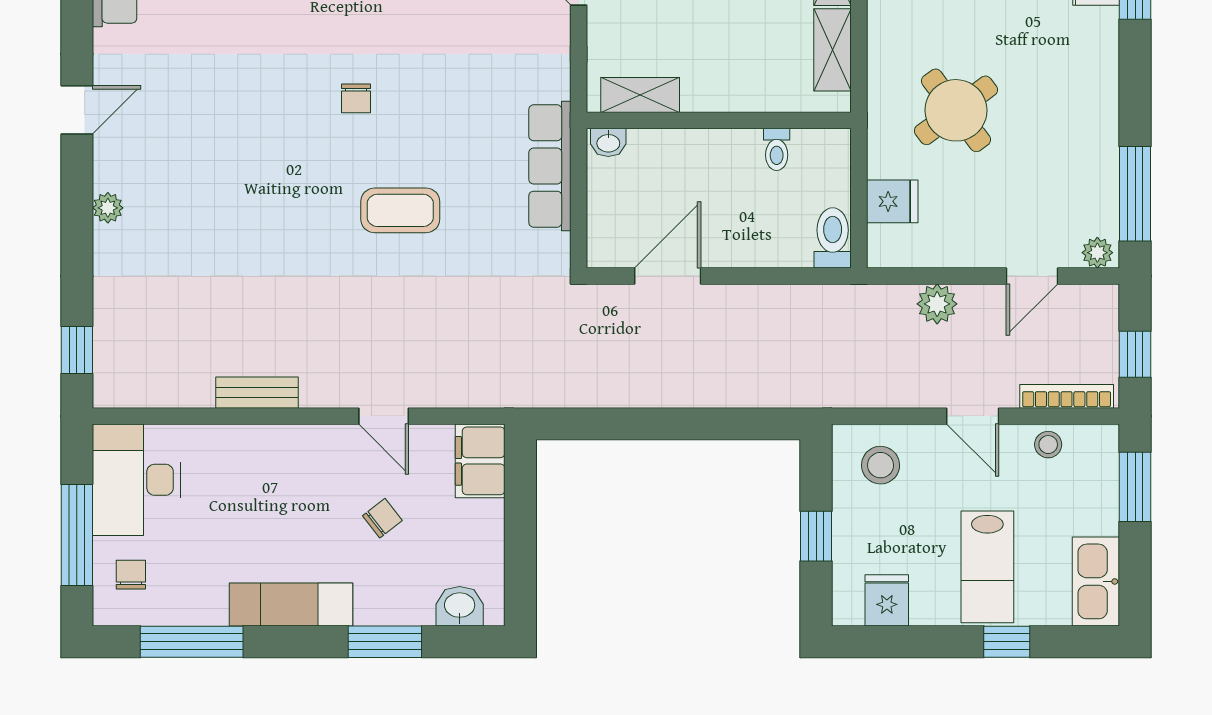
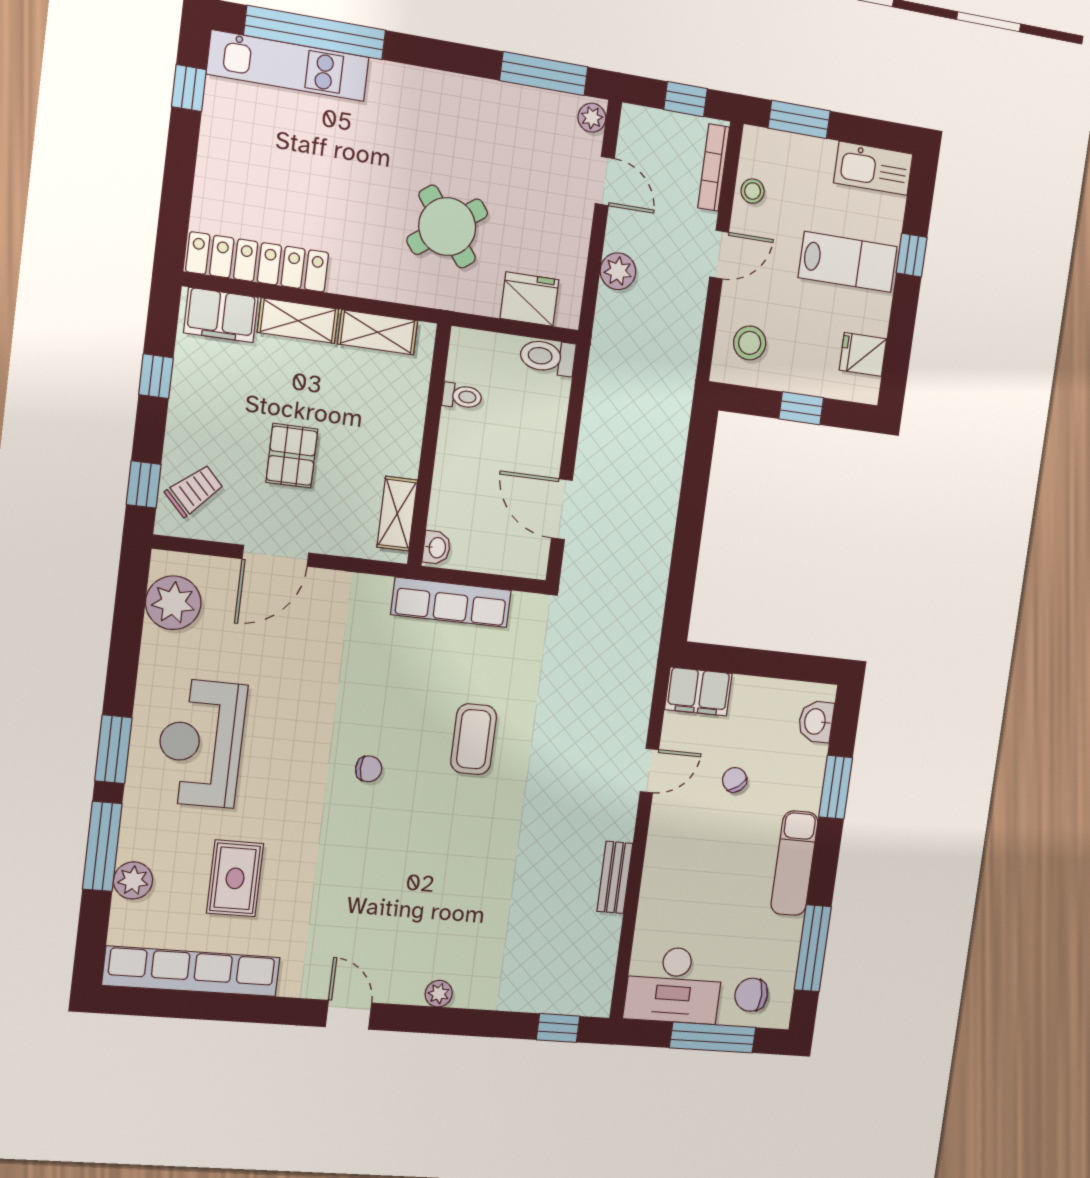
fridge: (892, 201) -> (529, 299), width x1.38
chair: (131, 575) -> (751, 995), width x1.37, depth x1.37

